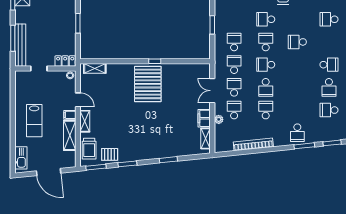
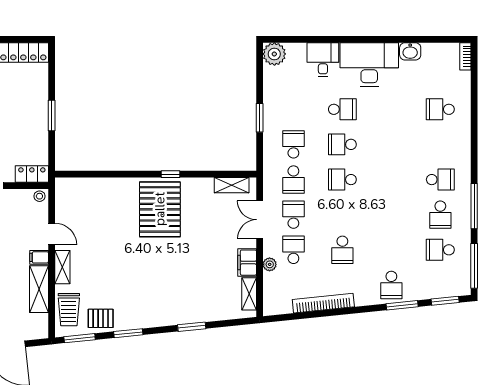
school desk: (266, 19) -> (342, 109), turned 180
school desk: (266, 42) -> (342, 144), turned -90
school desk: (297, 42) -> (391, 144), removed
school desk: (234, 65) -> (293, 180), turned 180
shelving: (95, 68) -> (232, 185), moved
school desk: (266, 87) -> (342, 215), removed
school desk: (266, 110) -> (342, 250), turned 180

